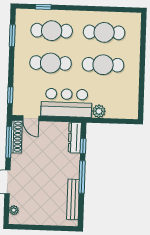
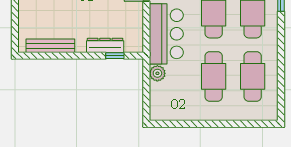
dresser: (75, 138) -> (105, 45), moved
window: (82, 177) -> (78, 56), removed

